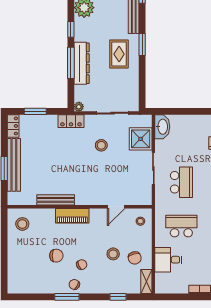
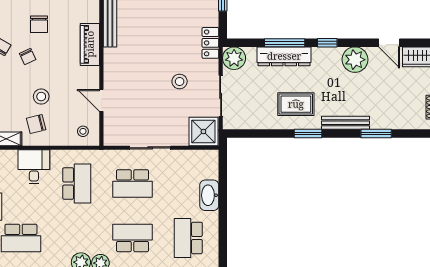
plant: (79, 107) -> (234, 58), width x1.88, depth x1.88
washbasin: (162, 127) -> (209, 195), moved, turned 90
shower: (141, 139) -> (203, 132), moved

